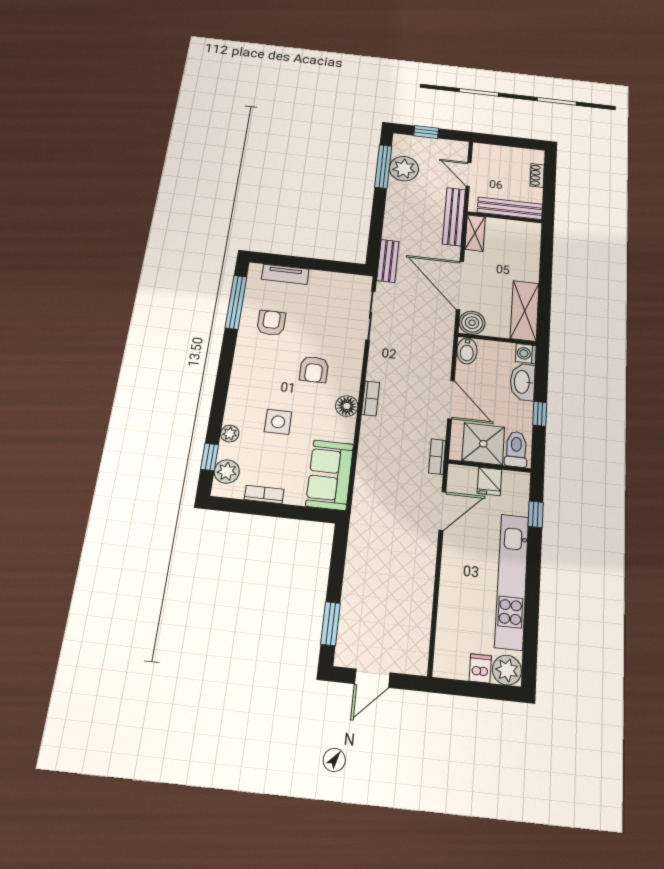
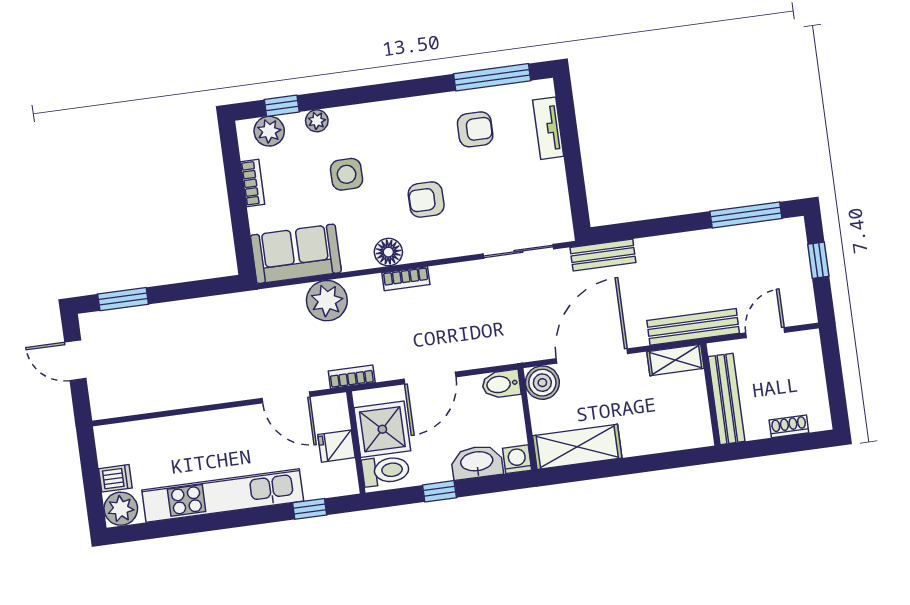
plant: (404, 169) -> (327, 301), moved

